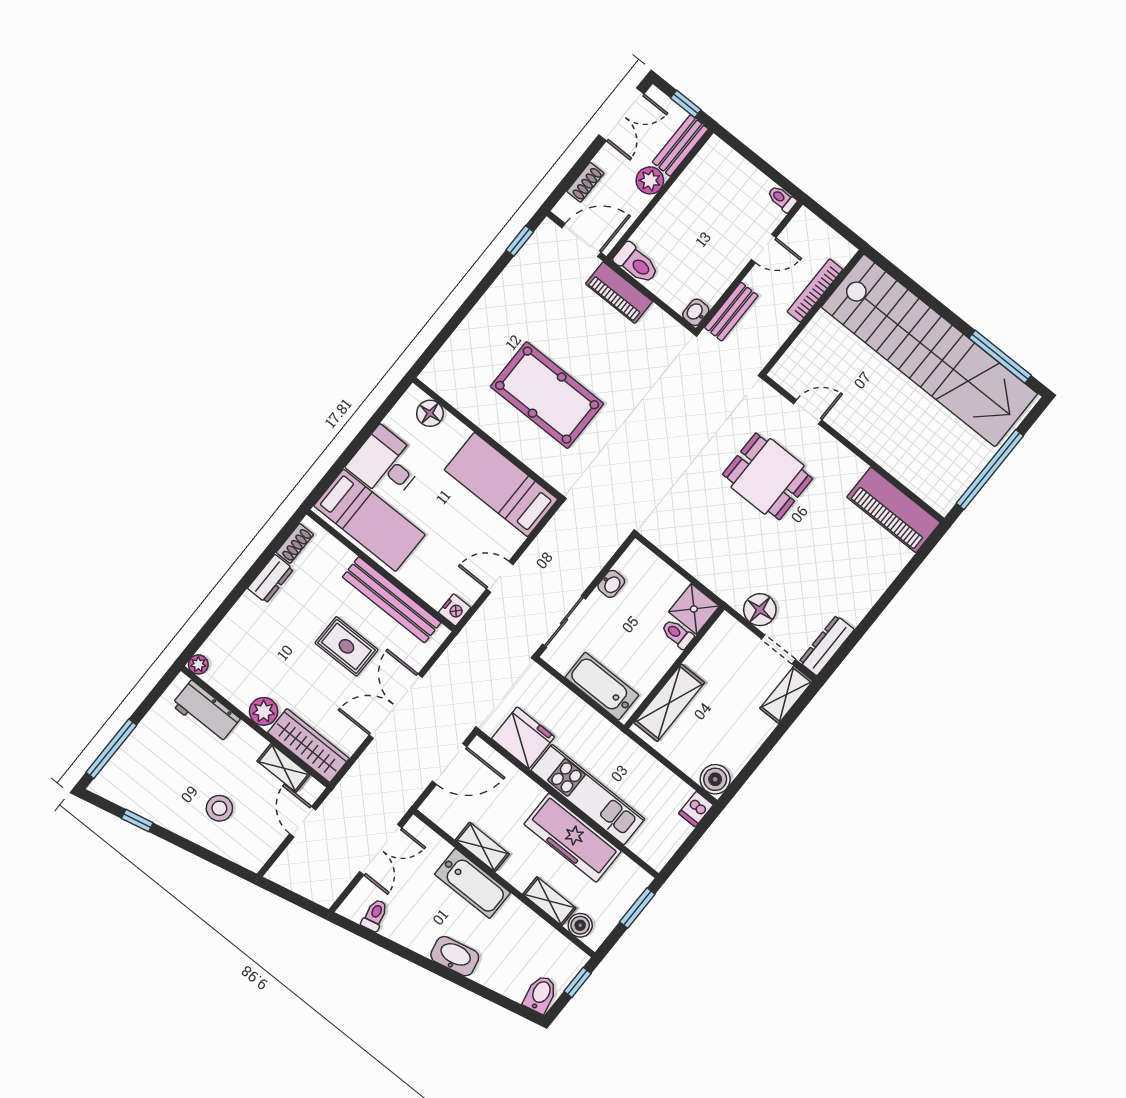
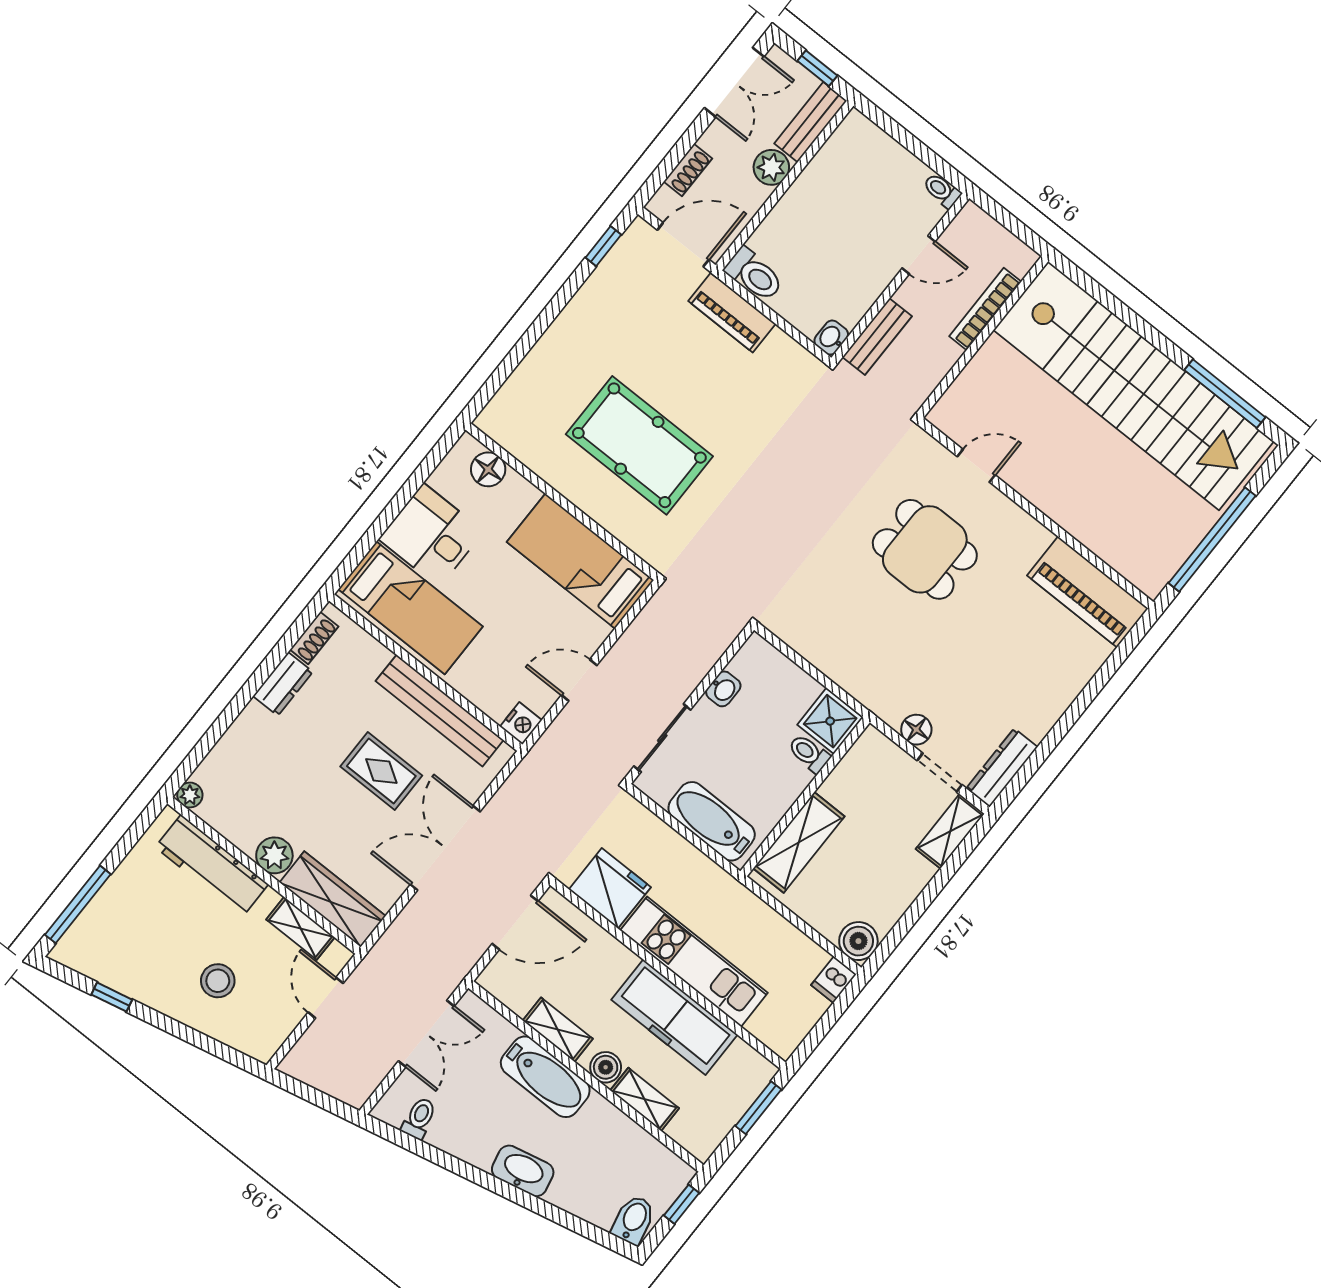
floor lamp: (760, 610) -> (916, 730), width x0.73, depth x0.73
workbench: (206, 712) -> (212, 866), width x1.38
boiler: (580, 925) -> (606, 1067), moved

